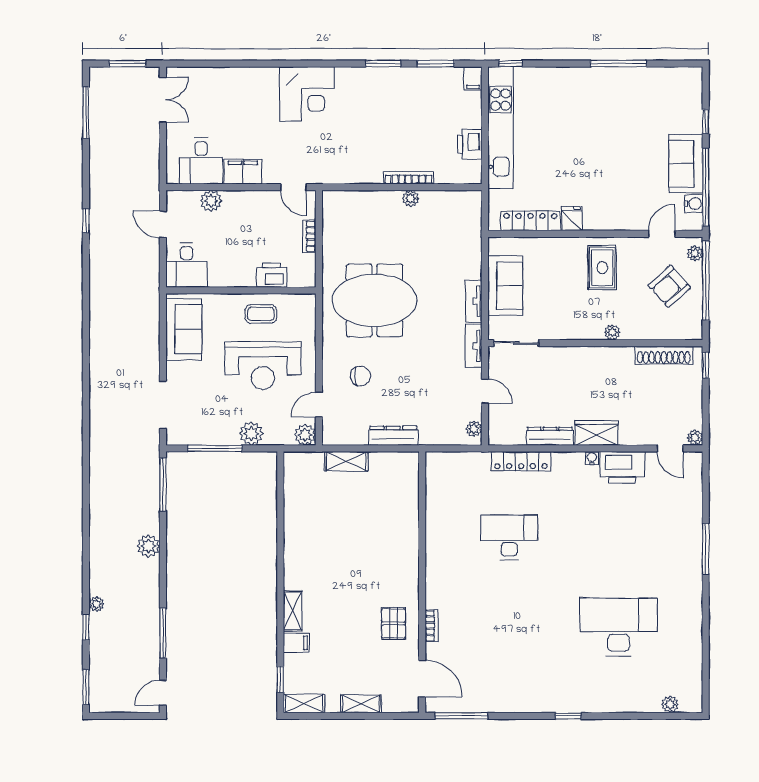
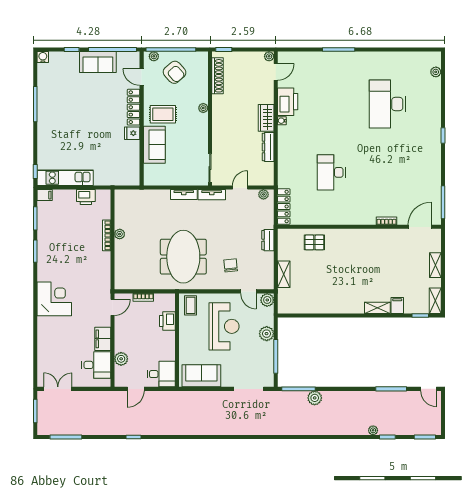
kitchen unit: (501, 128) -> (65, 178), width x0.73
water cooler: (694, 204) -> (43, 57), moved
locker: (530, 221) -> (134, 107), moved
sofa: (505, 285) -> (154, 145), moved, turned 90
coffee table: (261, 314) -> (191, 305), moved
dresser: (393, 436) -> (268, 240), width x0.70
locker: (521, 461) -> (284, 206), moved
plant: (148, 546) -> (315, 398), moved
pallet: (393, 623) -> (314, 242), moved

